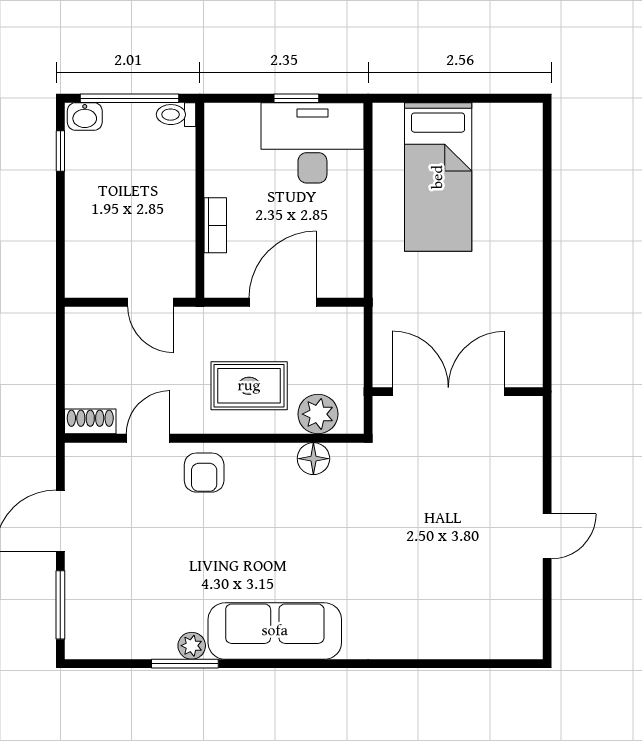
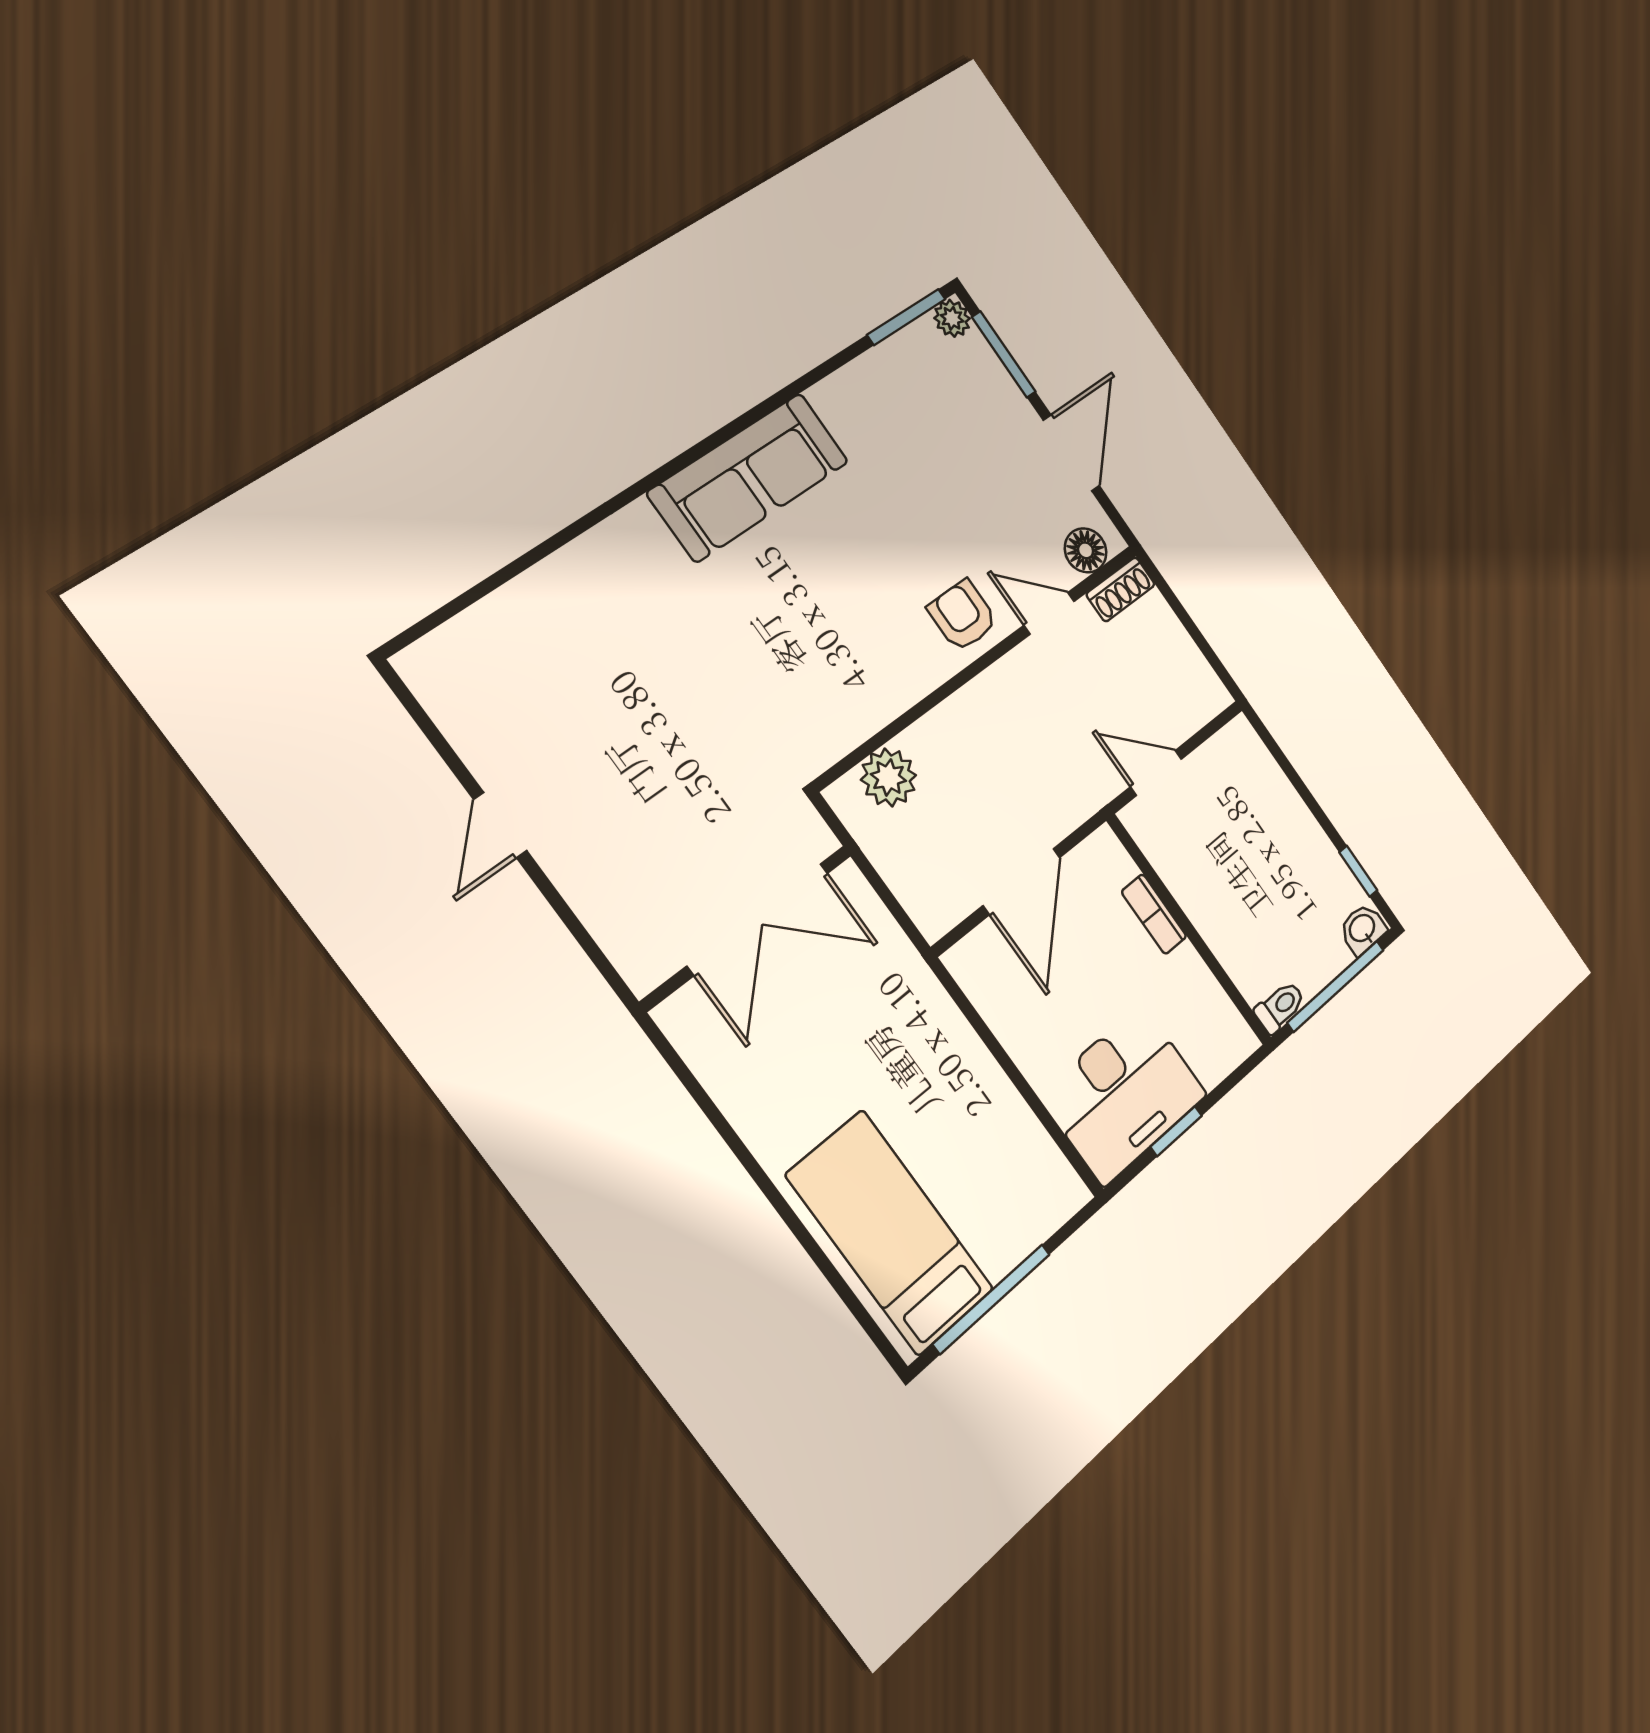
window: (472, 98) -> (992, 1299), added
bed: (438, 177) -> (890, 1233), moved
rug: (249, 386) -> (987, 754), removed
door: (148, 438) -> (1049, 613), swing flipped
floor lamp: (313, 459) -> (1086, 550), moved
plant: (192, 646) -> (952, 318), moved
window: (185, 664) -> (906, 317), moved

